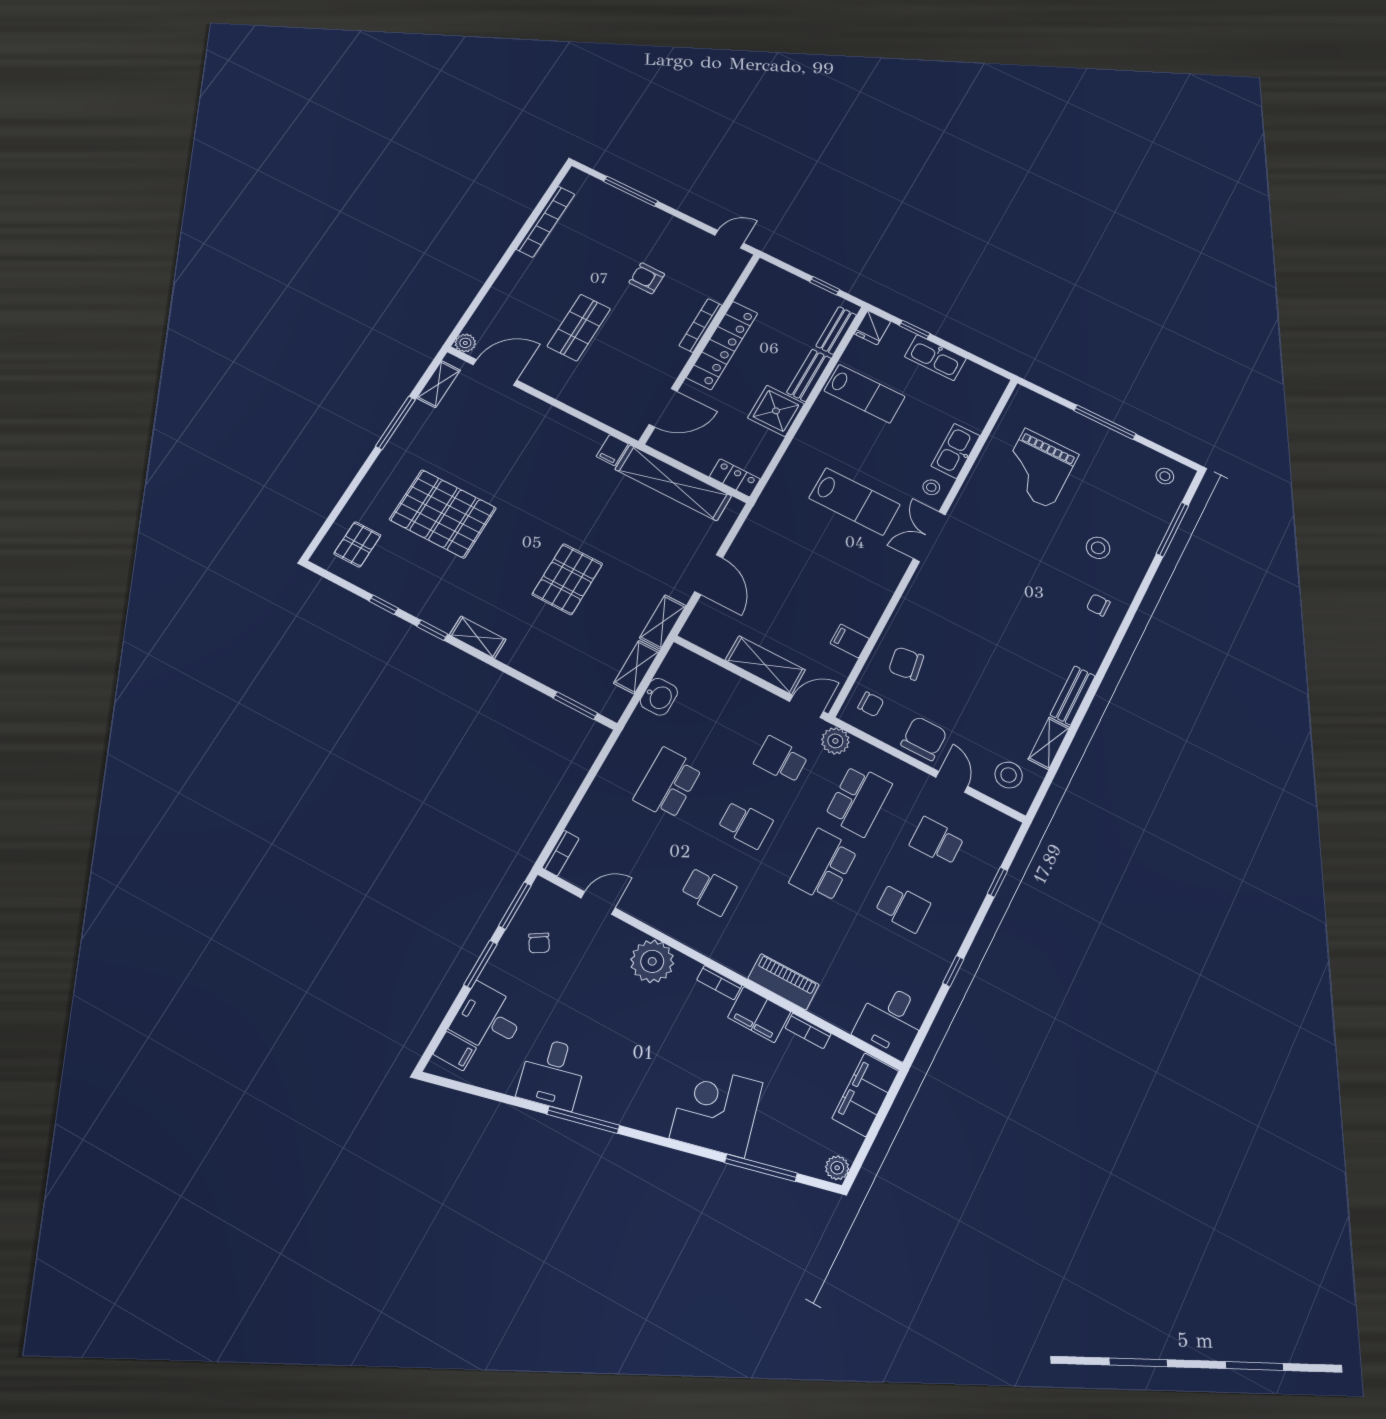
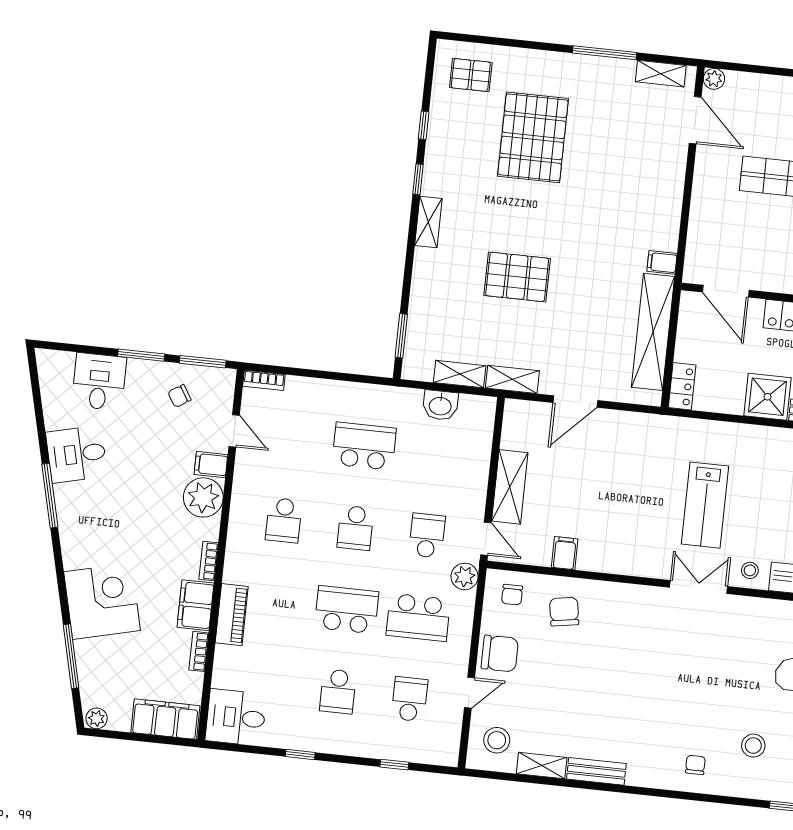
filing cabinet: (455, 1051) -> (211, 465), moved, turned 90

